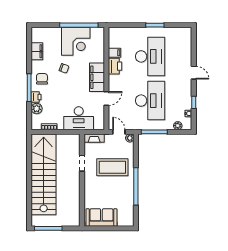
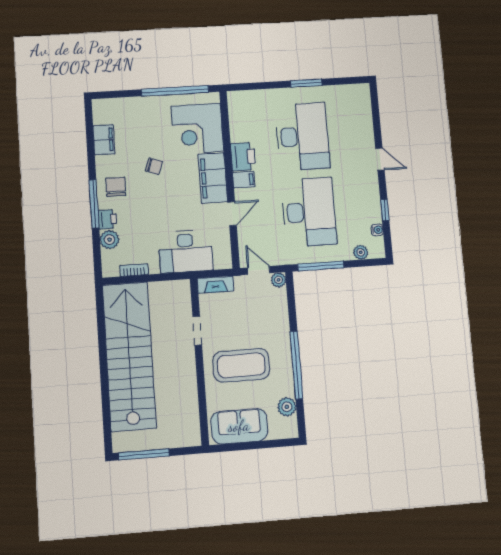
corner desk: (76, 41) -> (197, 129), moved, turned 90
filing cabinet: (114, 53) -> (244, 180), moved
coffee table: (112, 167) -> (241, 365), moved
plant: (129, 209) -> (287, 407), added

